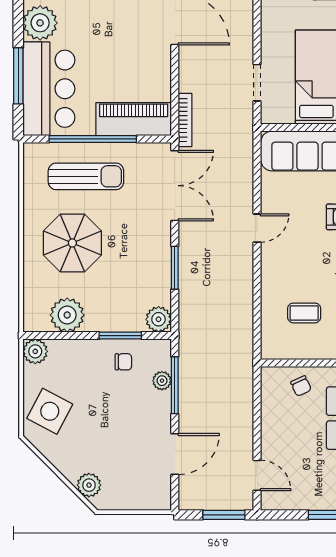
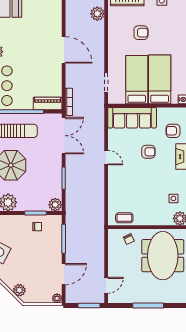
piano: (134, 119) -> (48, 103), width x0.73, depth x0.75
door: (257, 228) -> (106, 158), hinge flipped
coffee table: (304, 313) -> (124, 218), moved
plant: (162, 381) -> (57, 298), moved
door: (257, 475) -> (106, 285), hinge flipped

